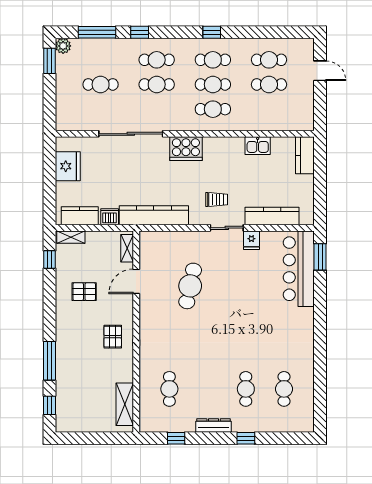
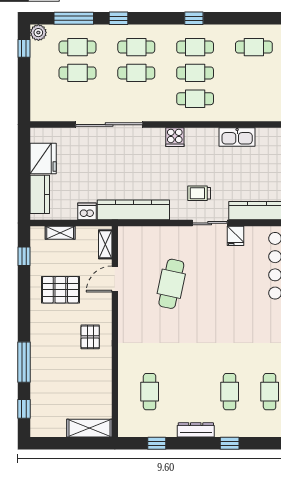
window: (49, 61) -> (24, 48), width x0.67
cafe table: (269, 84) -> (78, 47), moved
kitchen sink: (258, 146) -> (237, 137), width x1.38
cooker: (186, 149) -> (175, 137), width x0.53, depth x0.76
trolley: (217, 199) -> (199, 193), turned 180
kitchen counter: (80, 216) -> (40, 194), moved, turned 90
shelving: (71, 237) -> (60, 233), moved
pallet: (84, 292) -> (60, 290), width x1.50, depth x1.42
shelving: (125, 404) -> (89, 428), moved, turned 90

